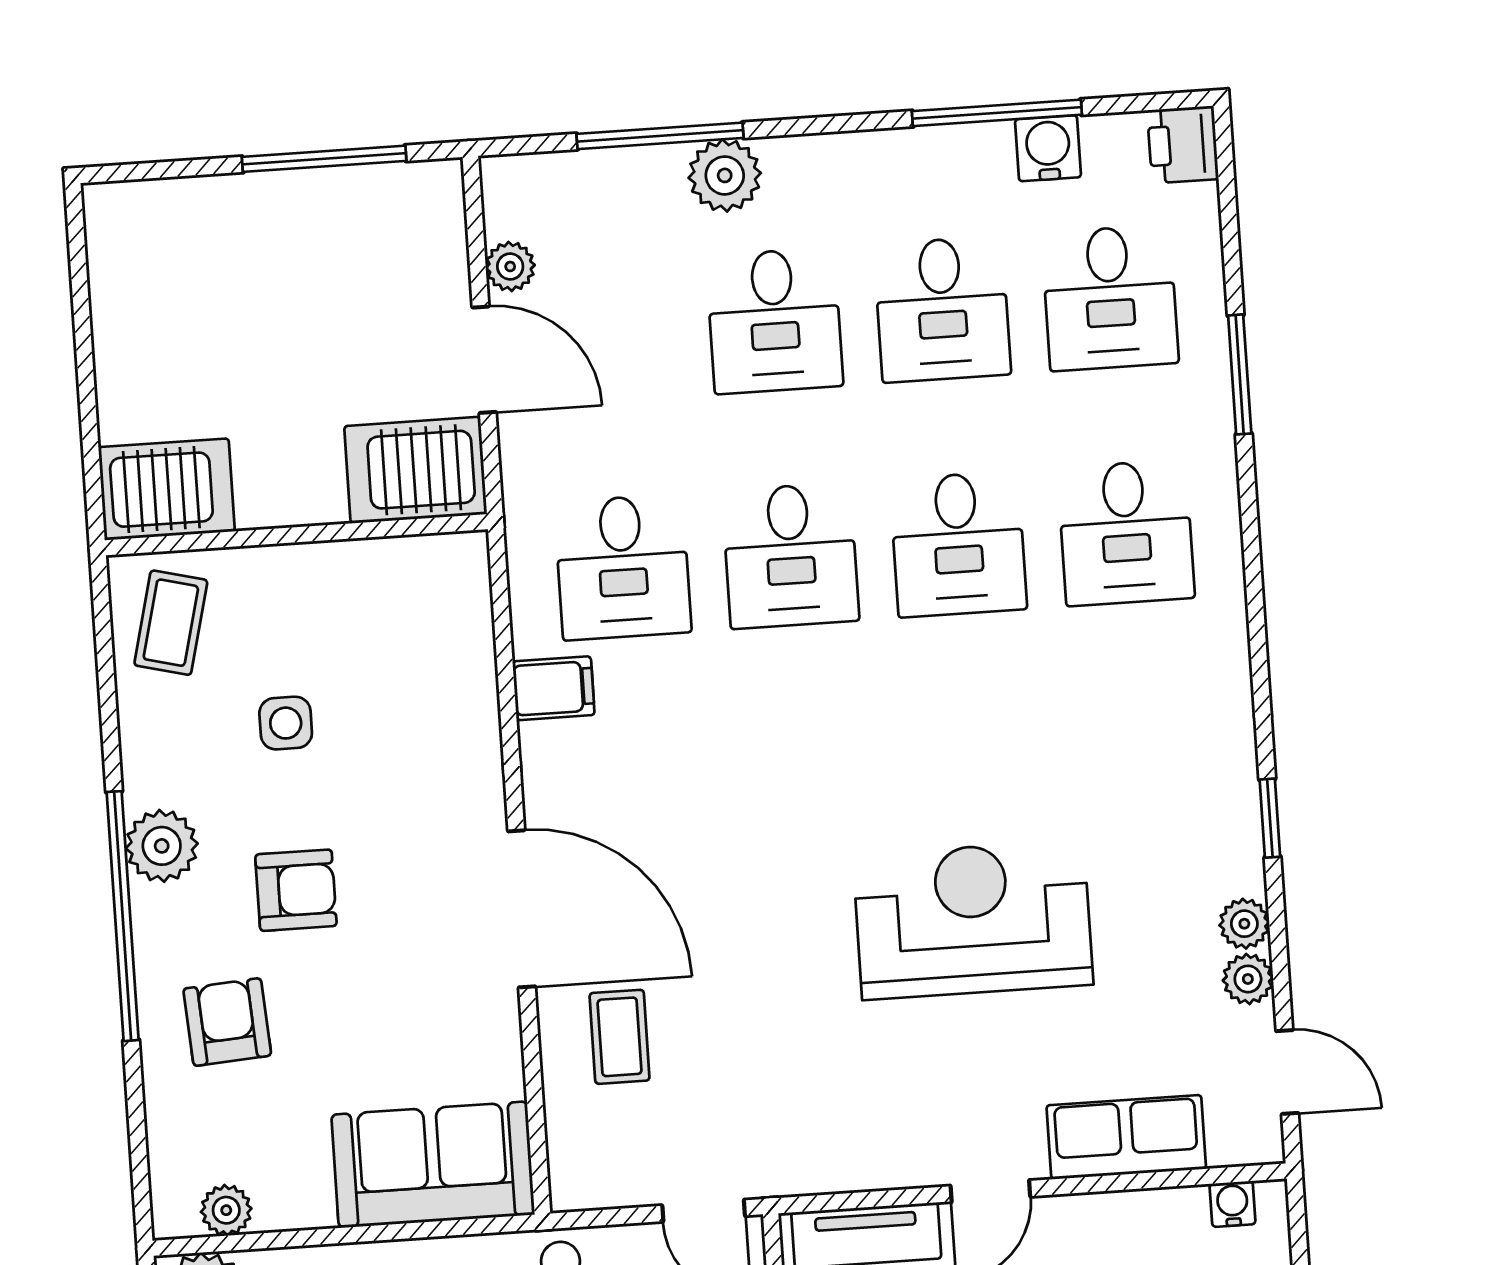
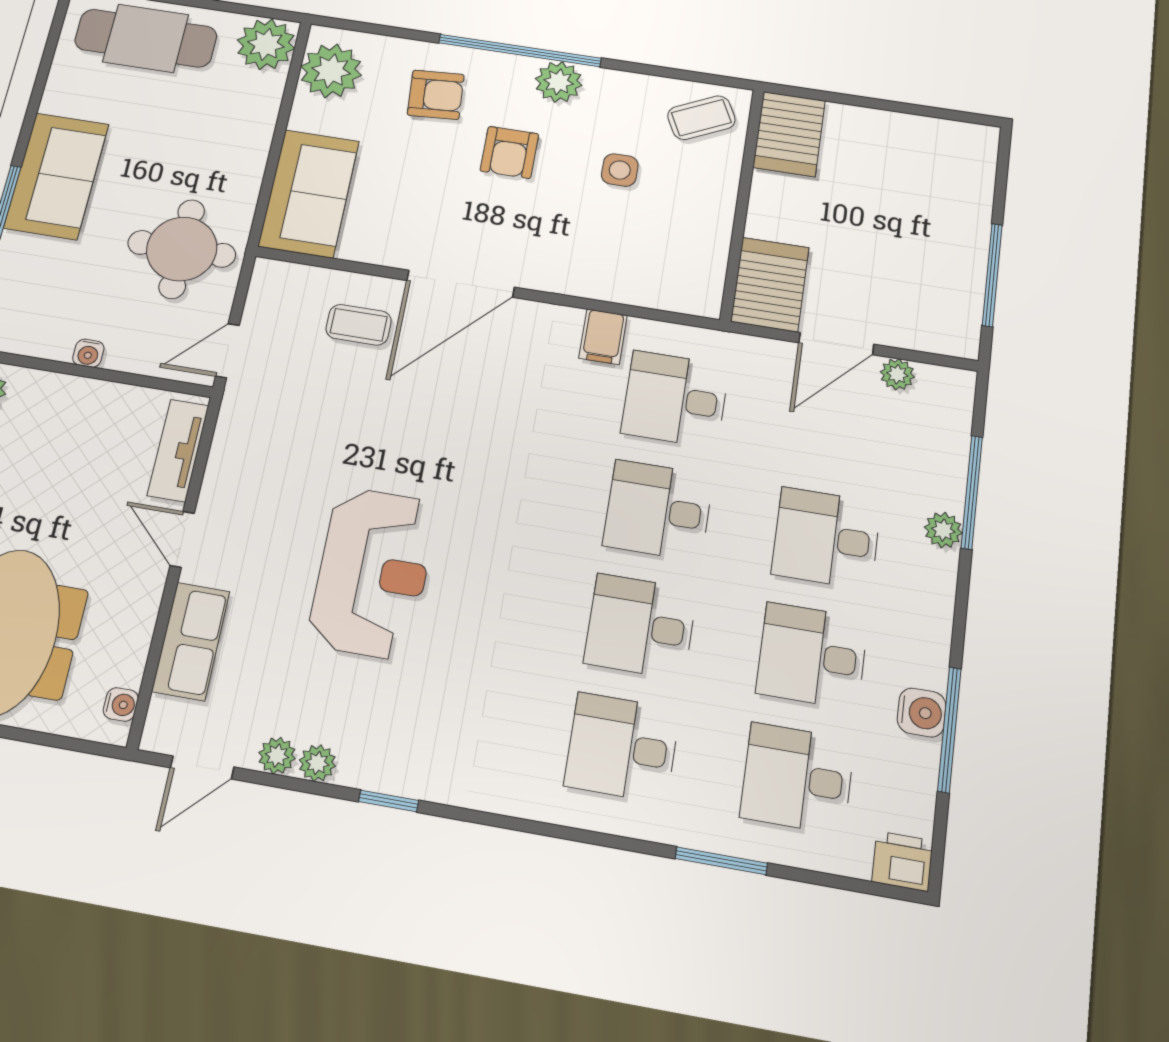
water cooler: (1048, 148) -> (922, 713), moved
plant: (725, 175) -> (943, 530), width x0.73, depth x0.73
coffee table: (171, 623) -> (701, 118), turned -40
plant: (226, 1210) -> (331, 71), width x1.88, depth x1.88

